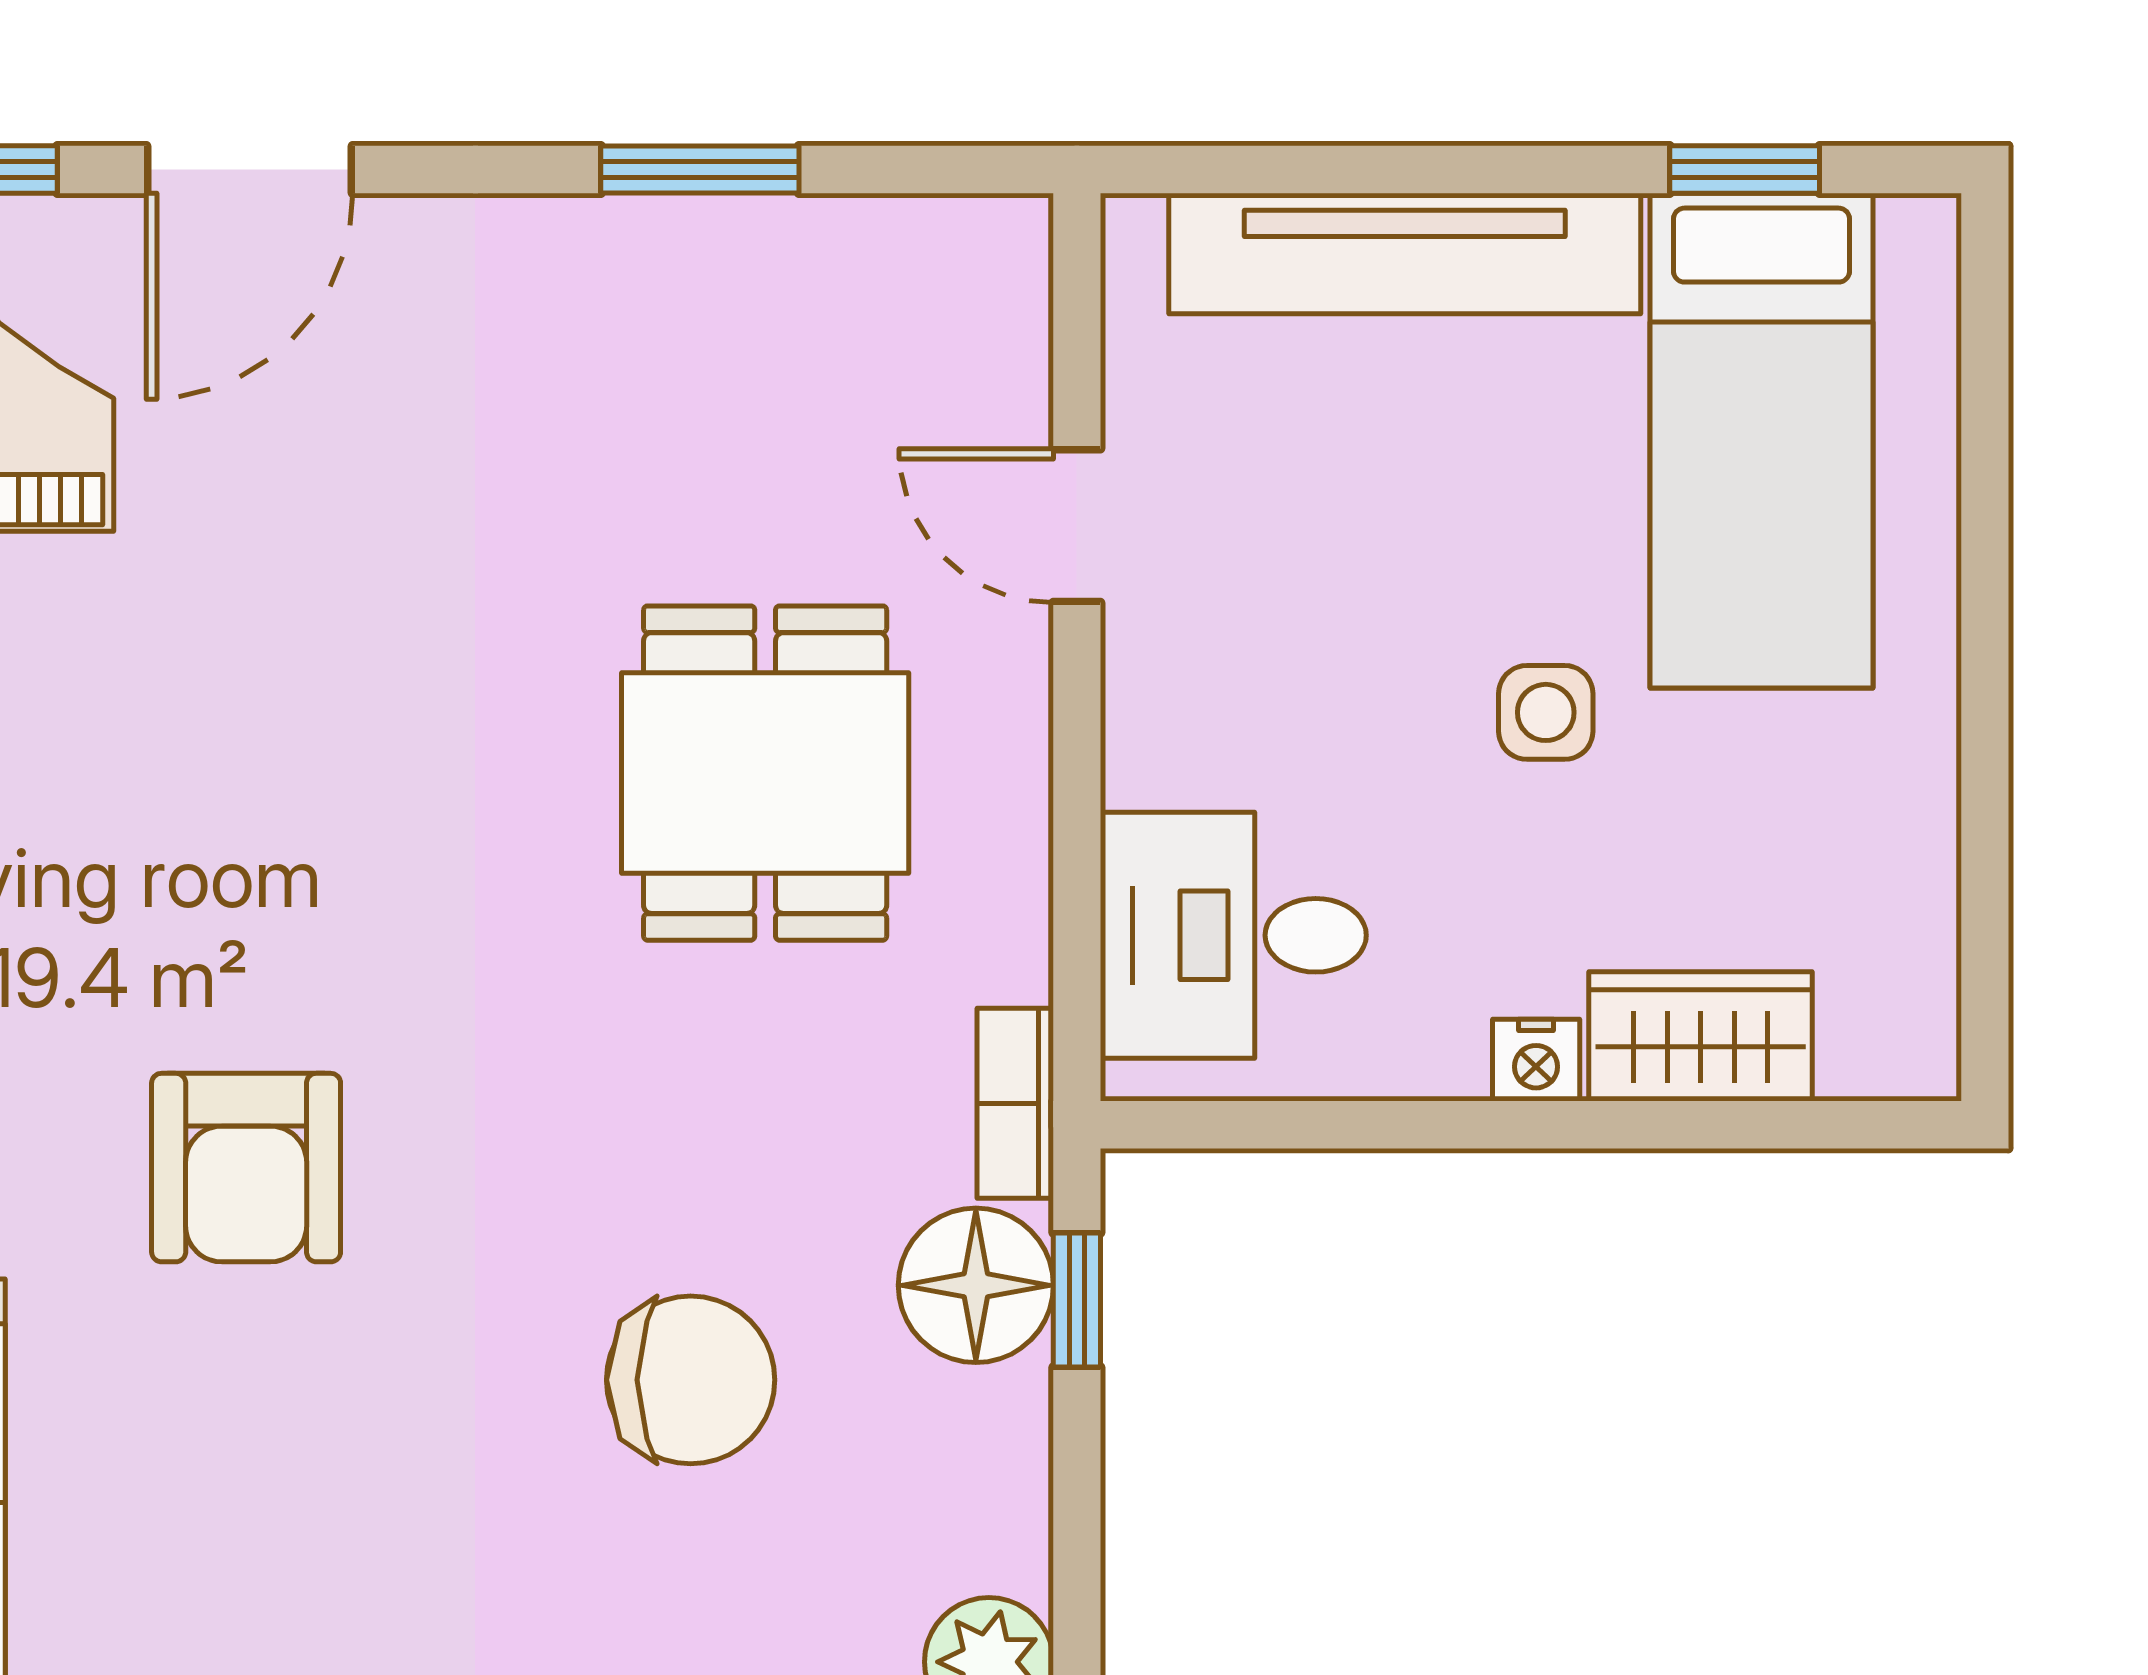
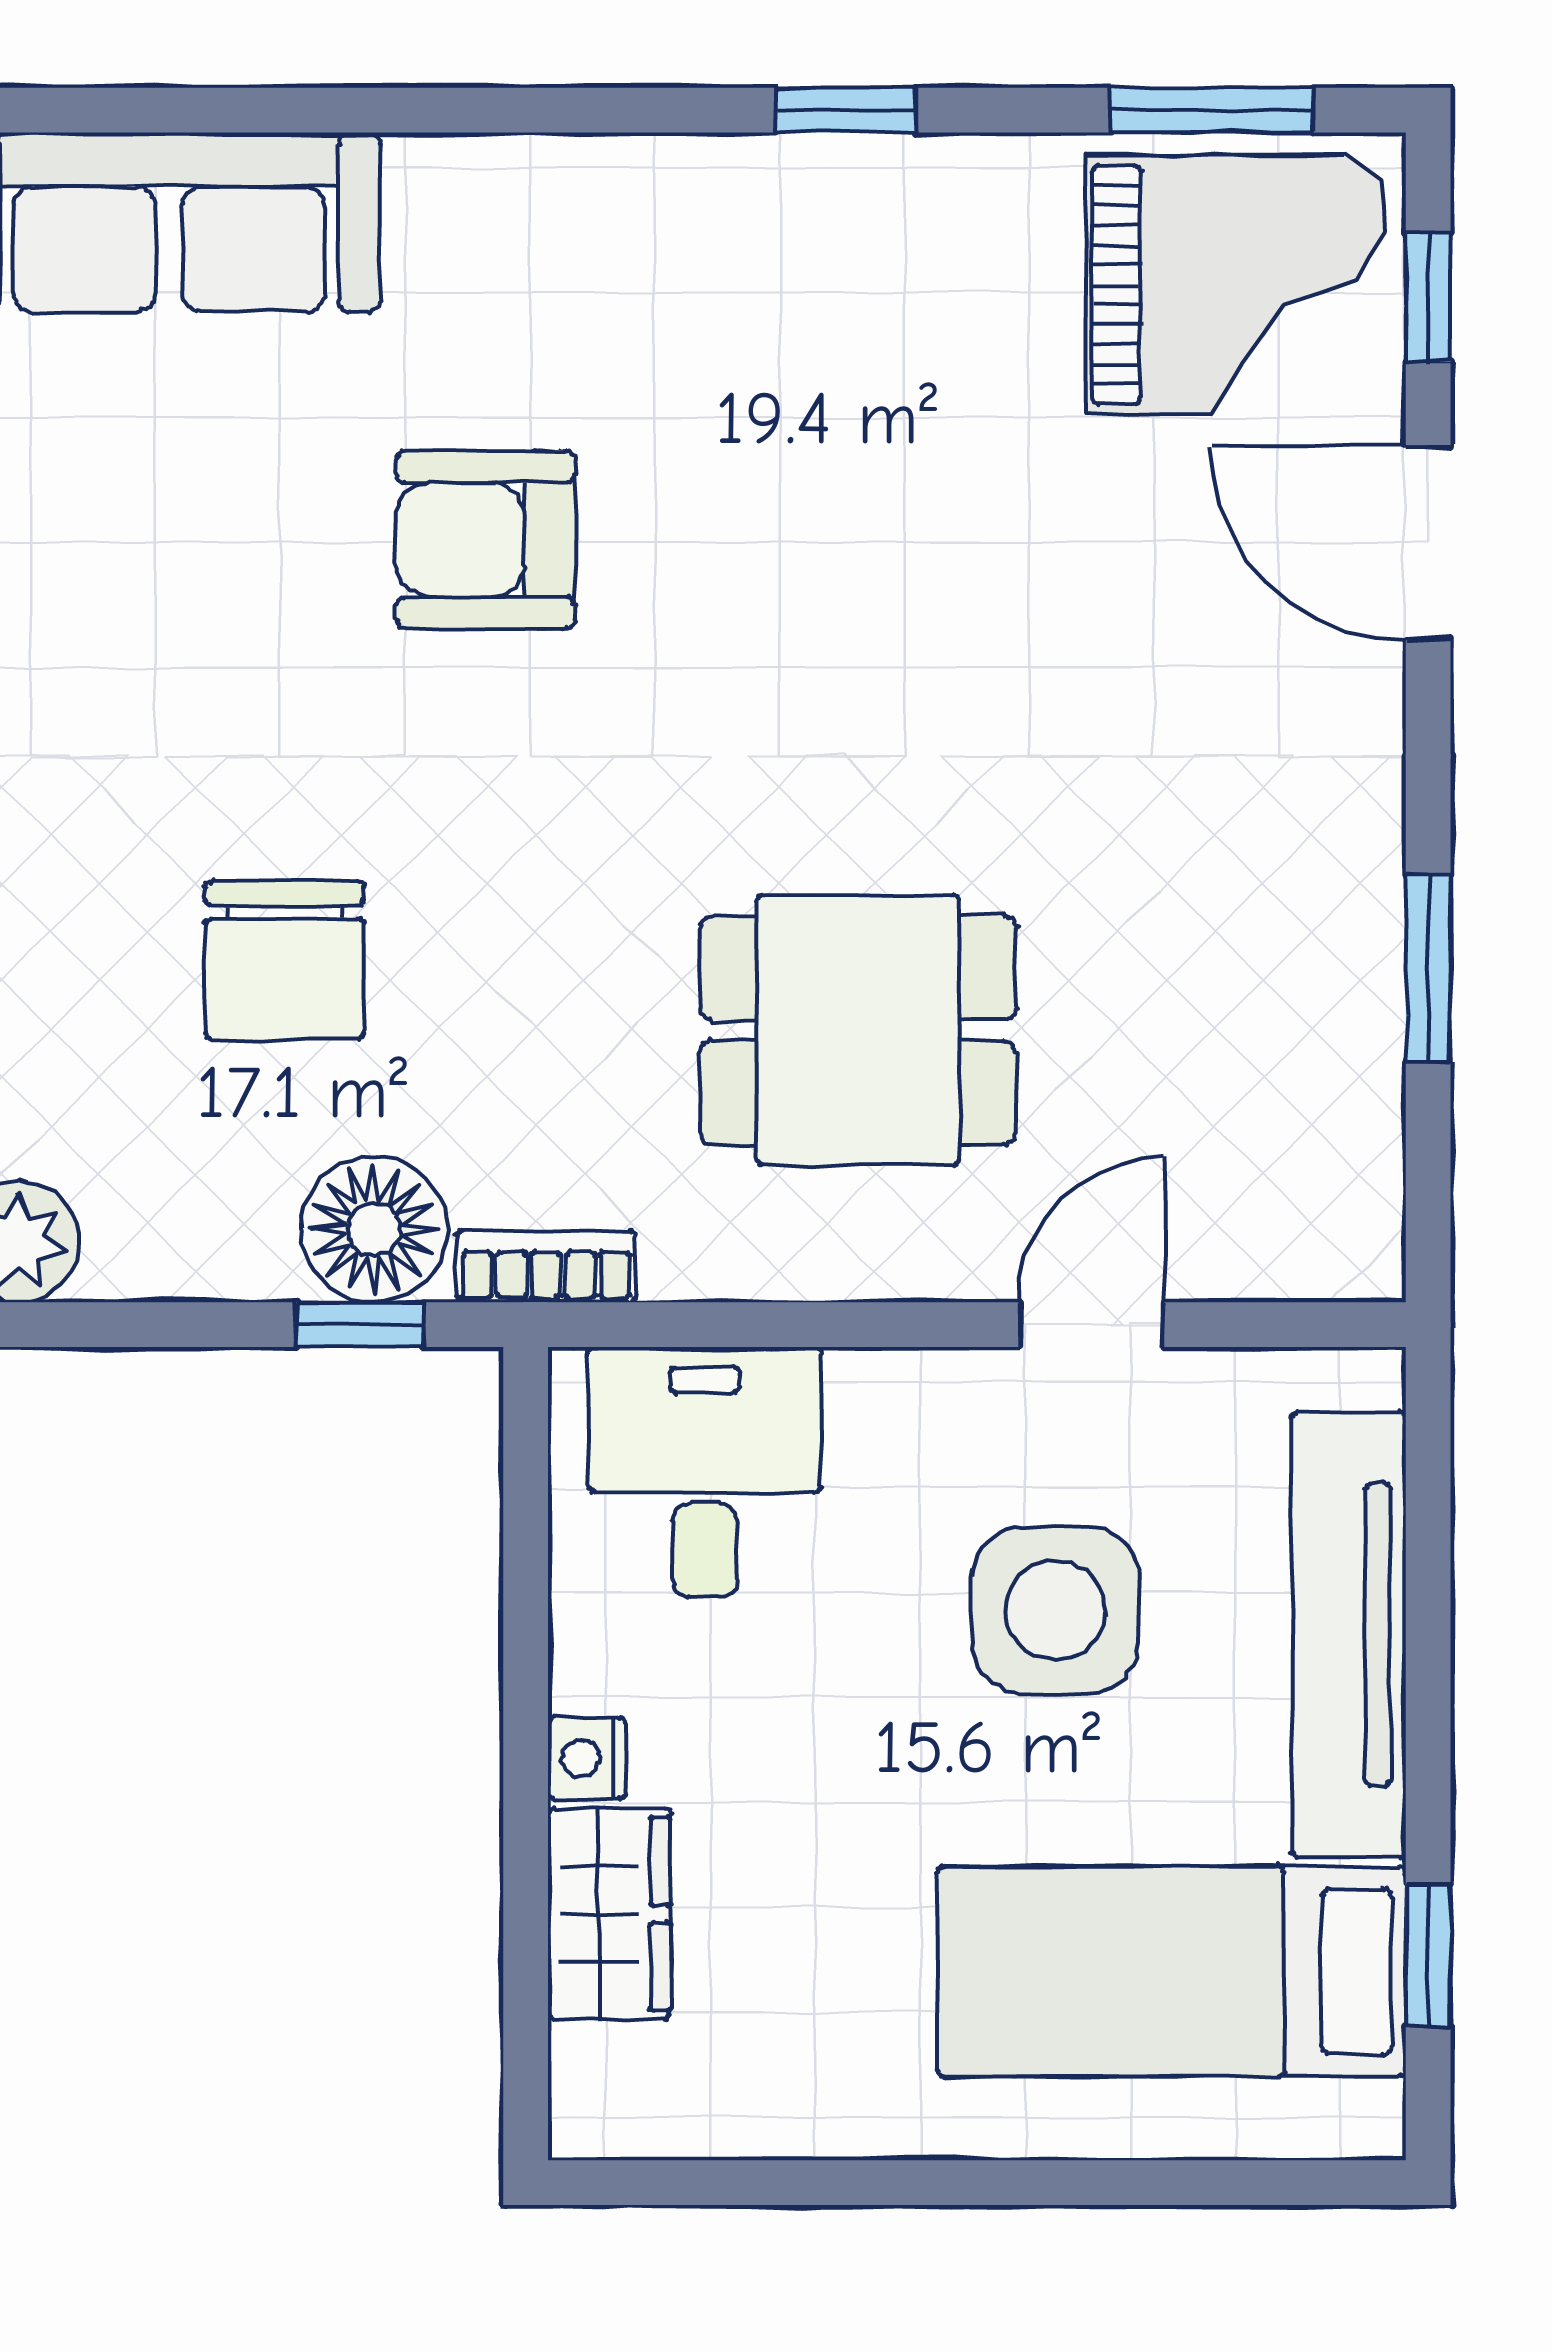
side table: (1546, 712) -> (1055, 1610), moved, width x1.87, depth x1.87

